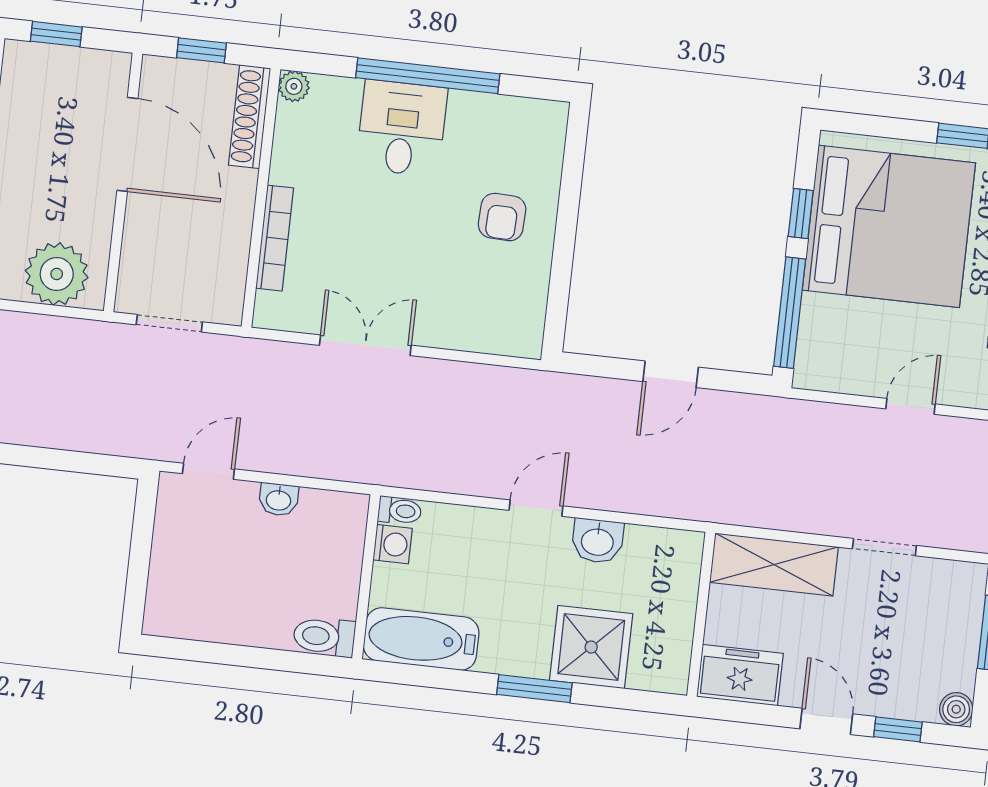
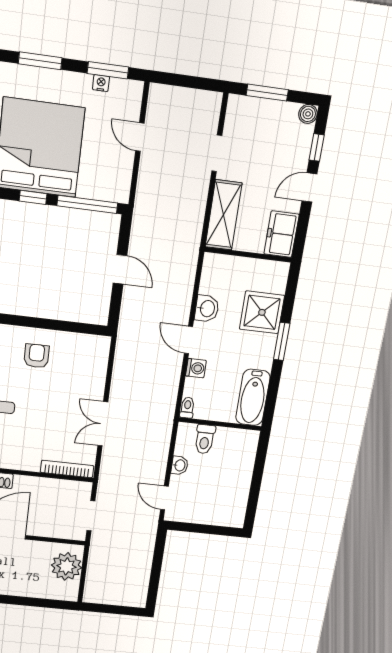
armchair: (502, 217) -> (36, 356), turned -92
bookcase: (275, 238) -> (67, 469), moved
washing machine: (393, 544) -> (196, 368), moved, turned 90
toilet: (324, 637) -> (205, 439), moved

